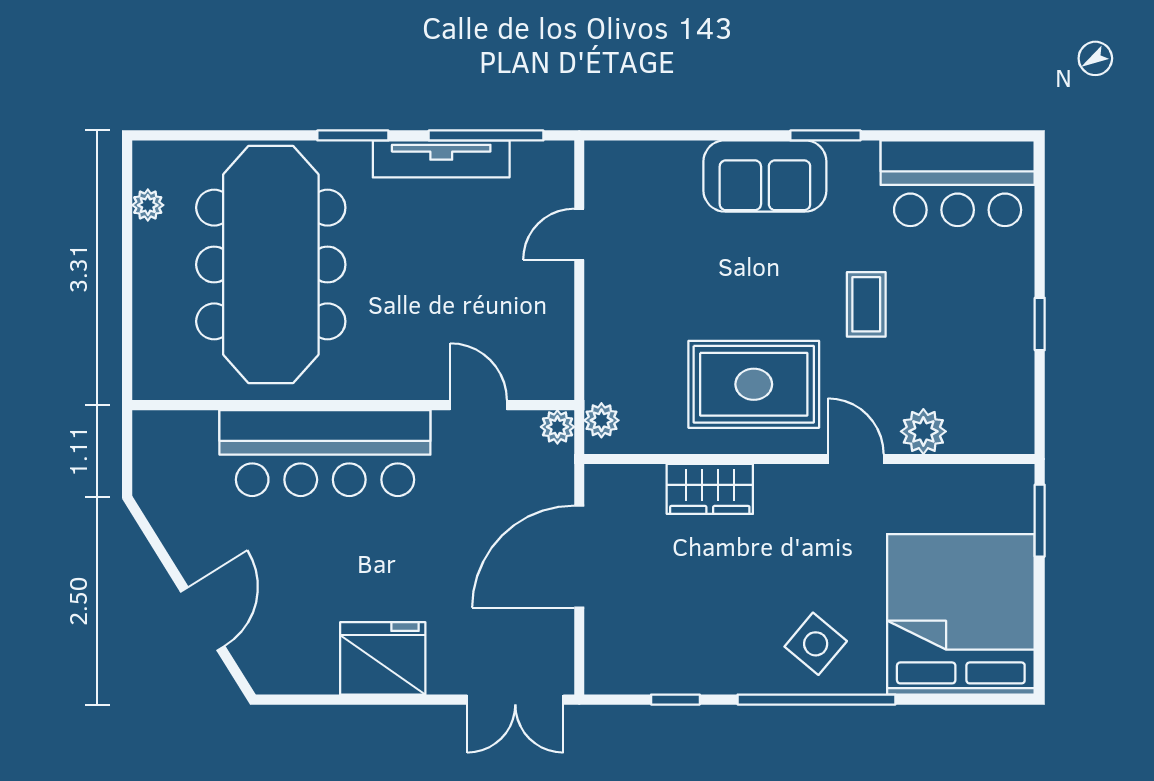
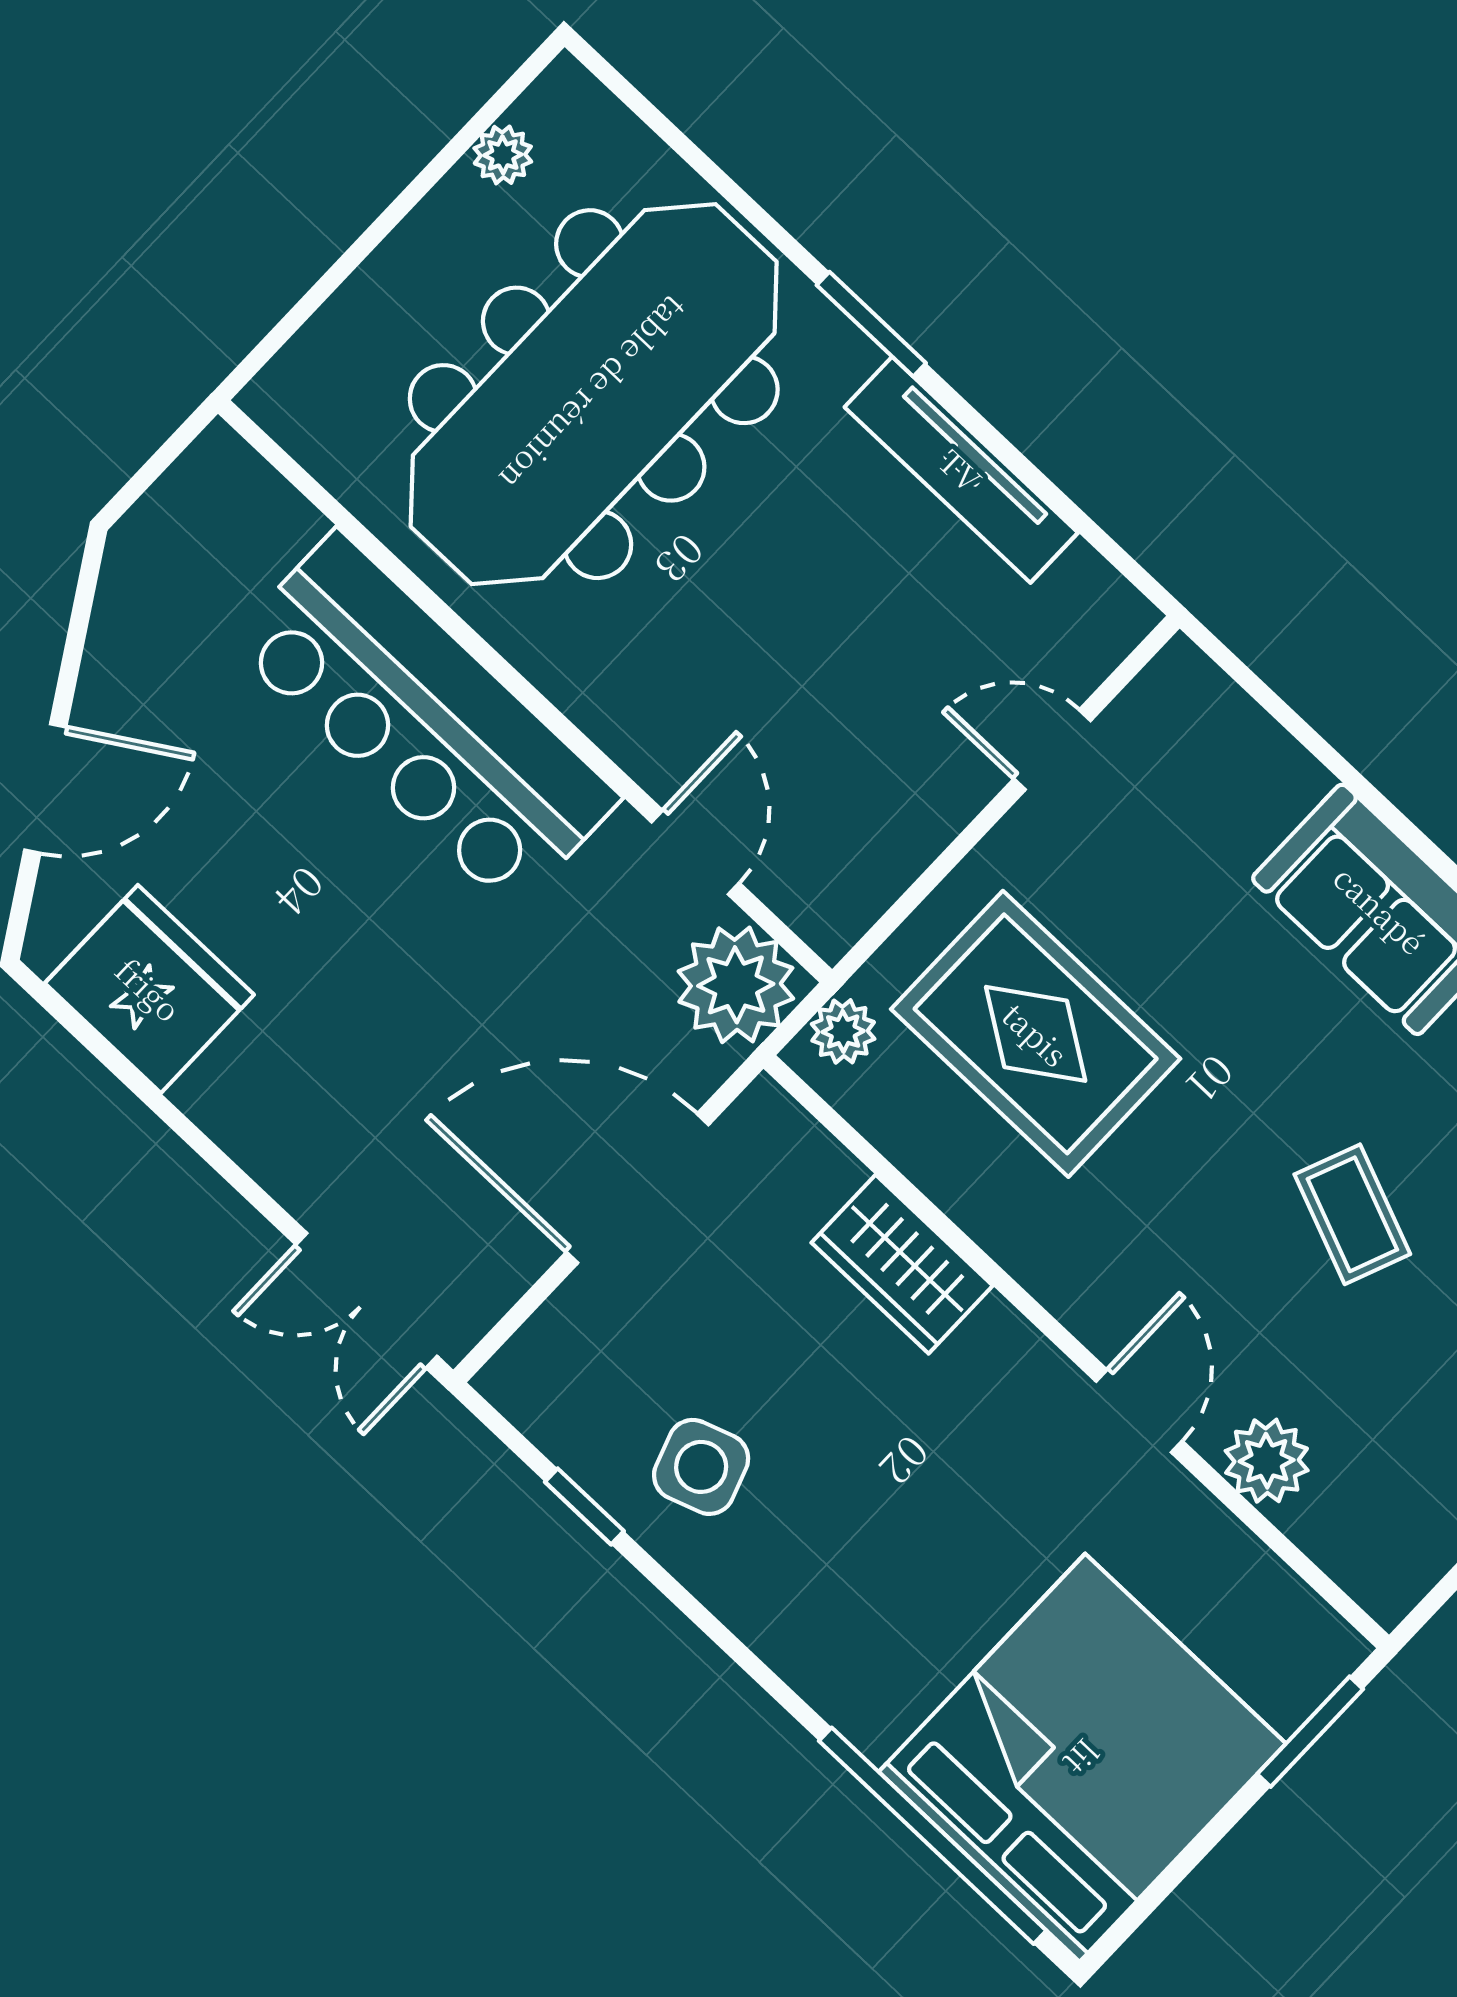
window: (486, 135) -> (1052, 495), removed
coffee table: (866, 304) -> (1352, 1214), turned -68
rug: (754, 384) -> (1036, 1034), moved
plant: (557, 427) -> (736, 985), width x1.88, depth x1.88
side table: (816, 644) -> (701, 1467), moved, turned 31
fridge: (383, 658) -> (149, 989), moved
window: (817, 700) -> (933, 1836), moved

